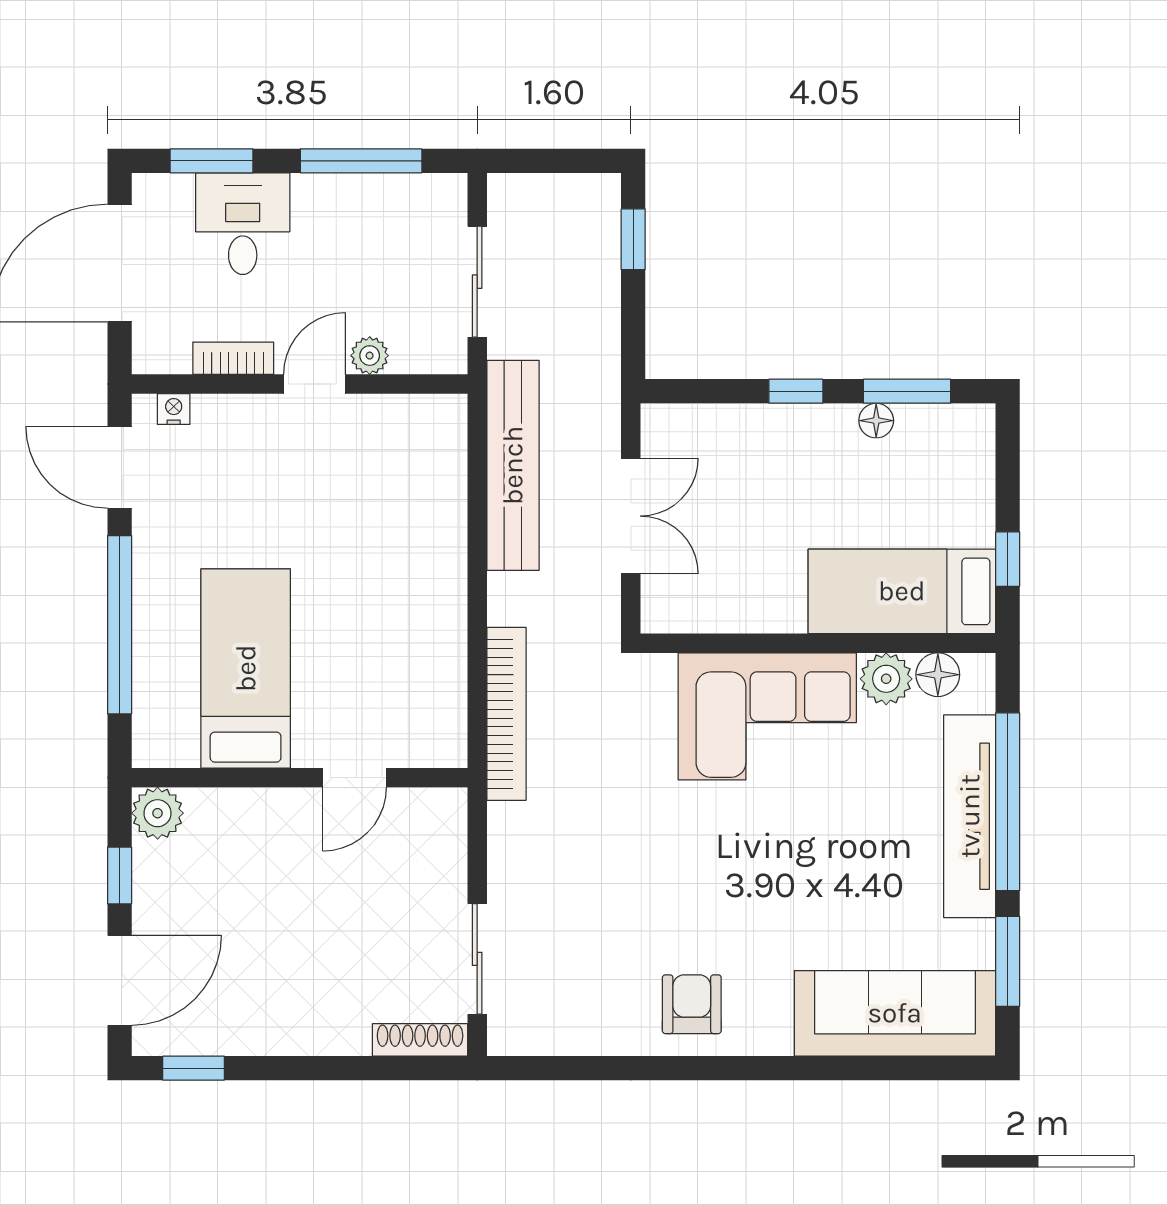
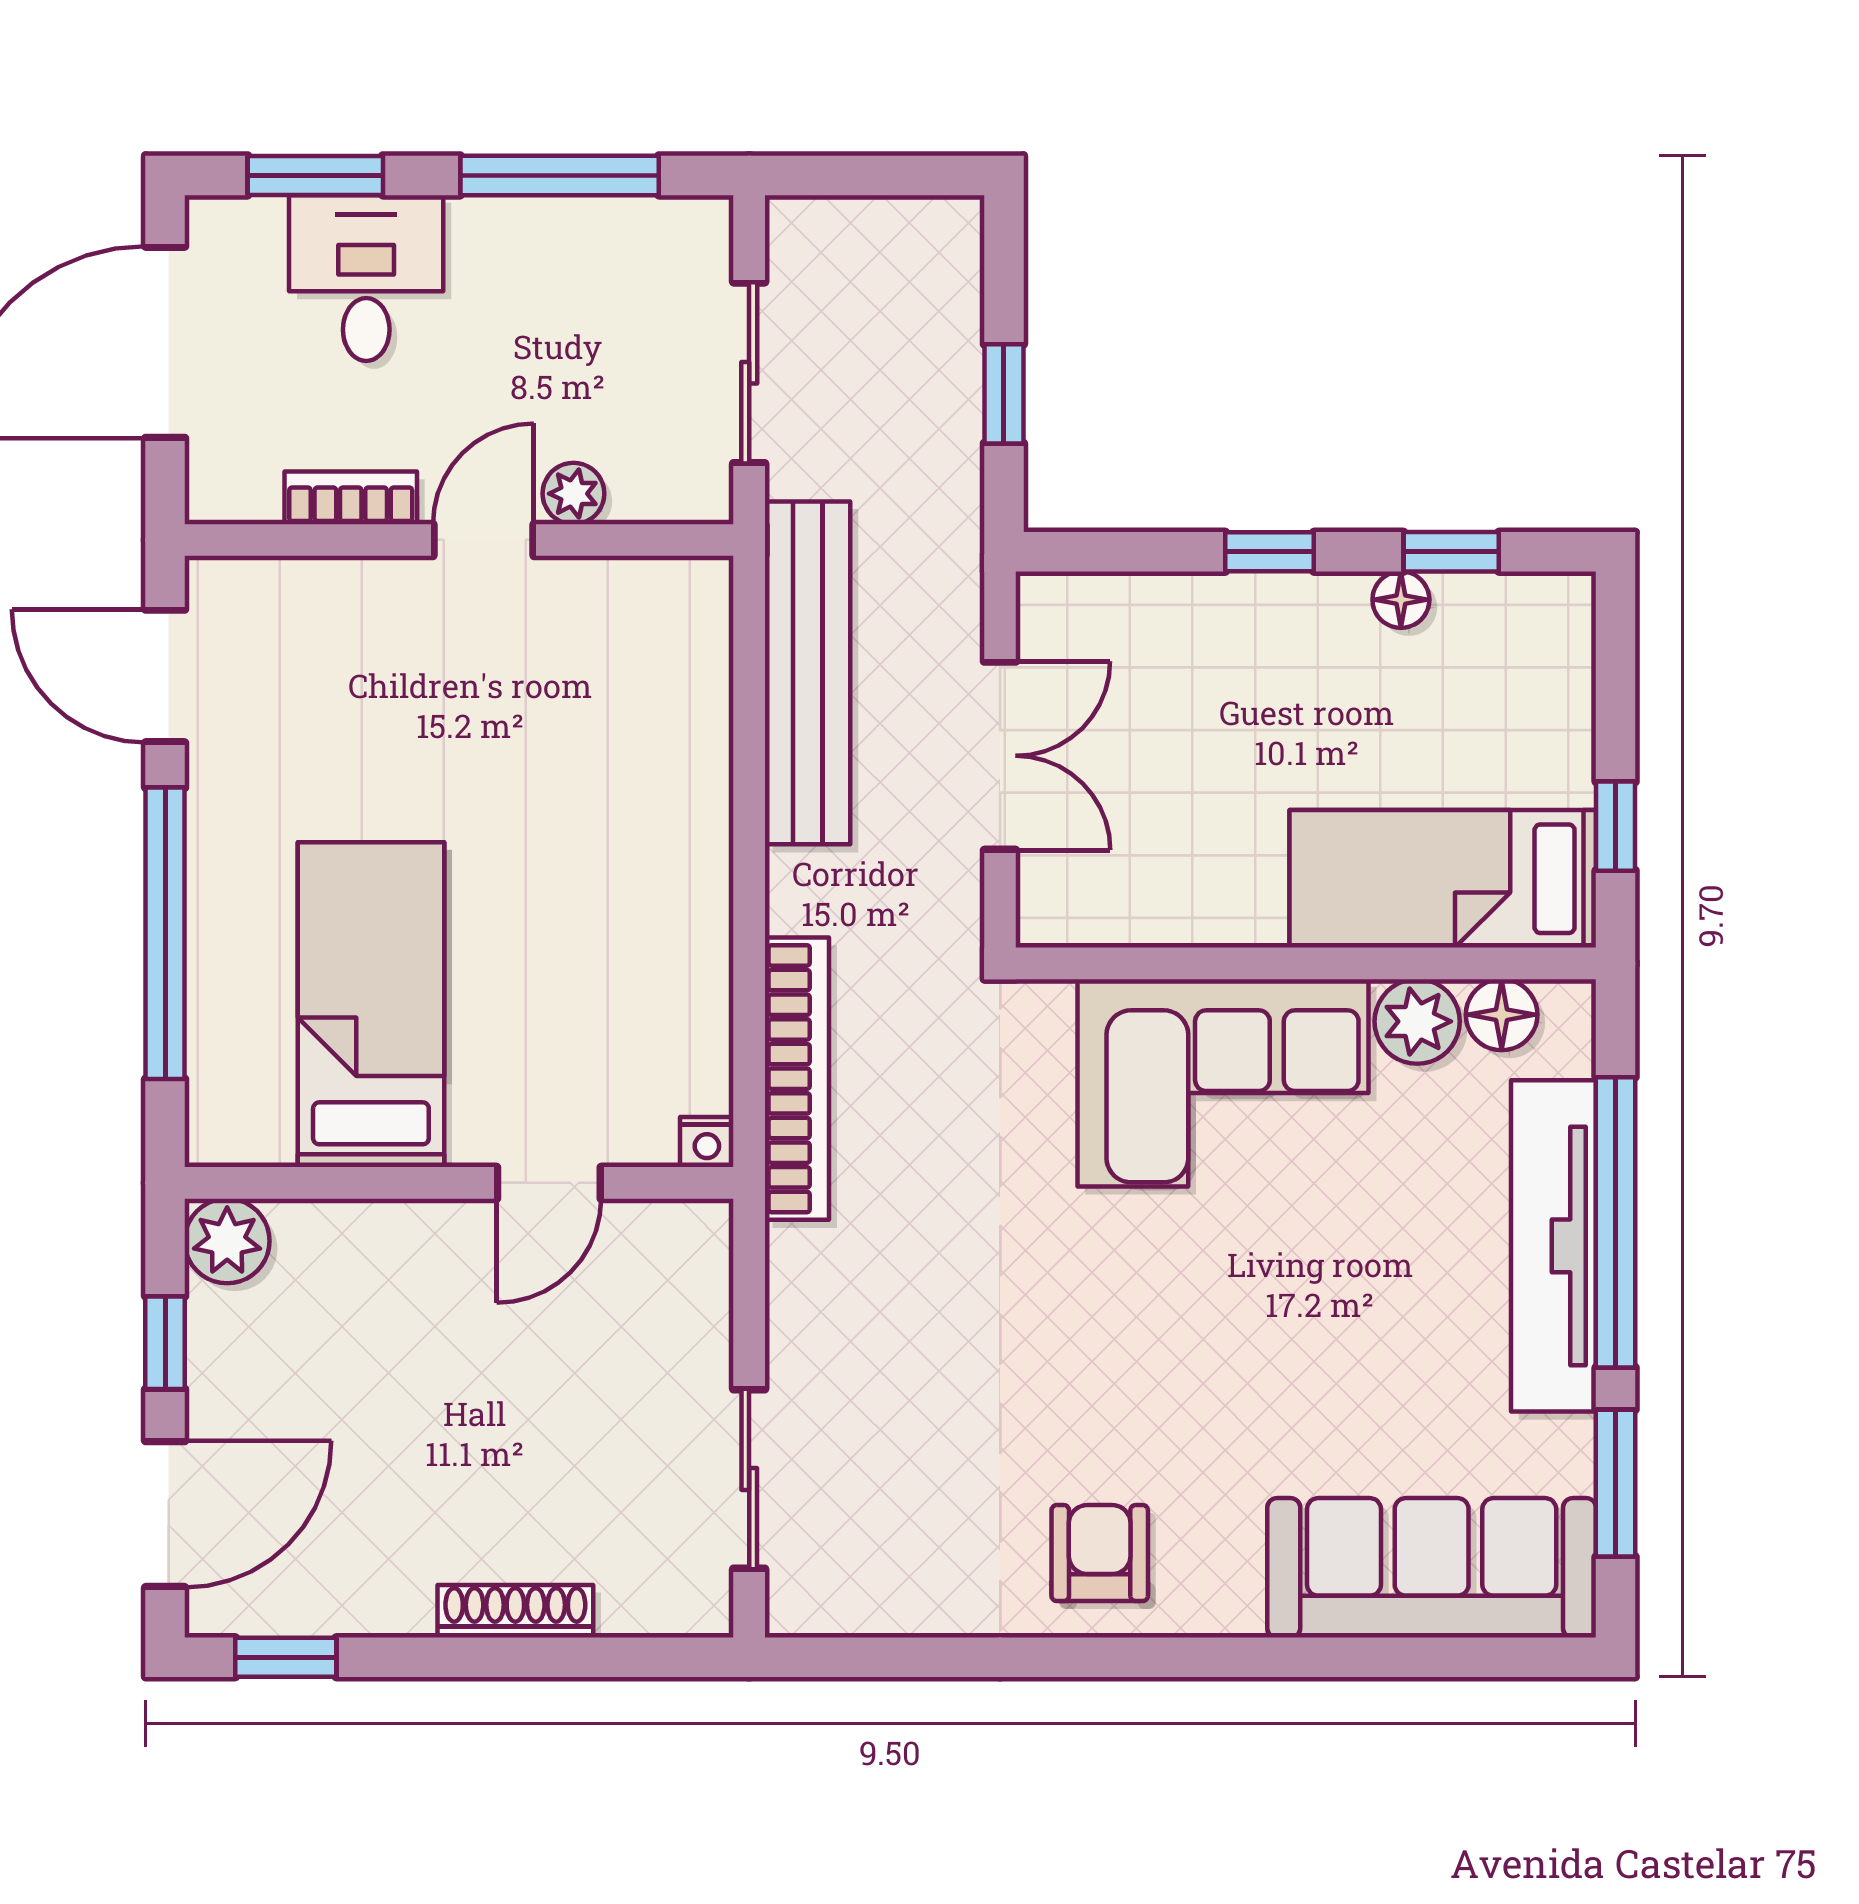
window: (633, 239) -> (1004, 394), moved
window: (907, 391) -> (1451, 552), width x0.67
nightstand: (174, 409) -> (707, 1142), moved, turned 180
shoe rack: (420, 1040) -> (515, 1611), moved

